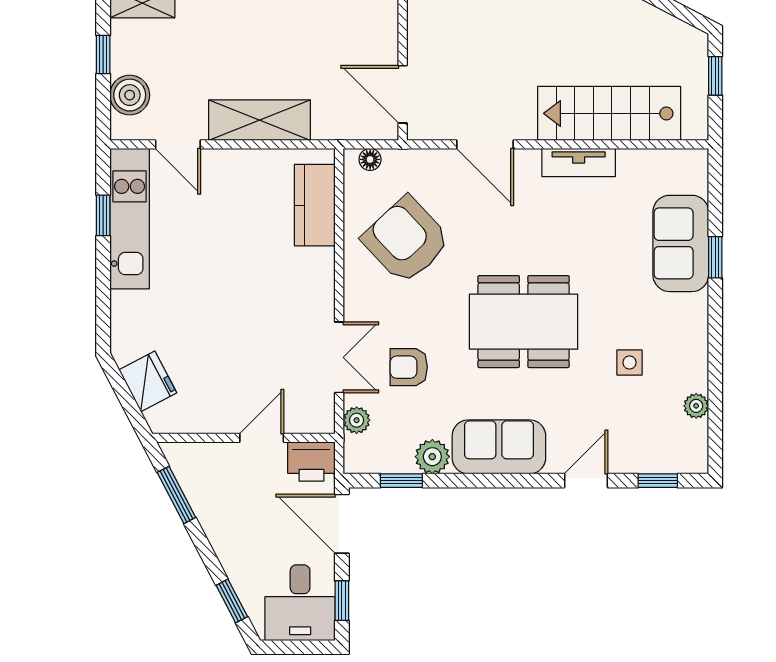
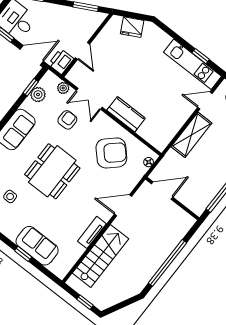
kitchen counter: (315, 205) -> (126, 114), moved
plant: (432, 457) -> (38, 95), moved

